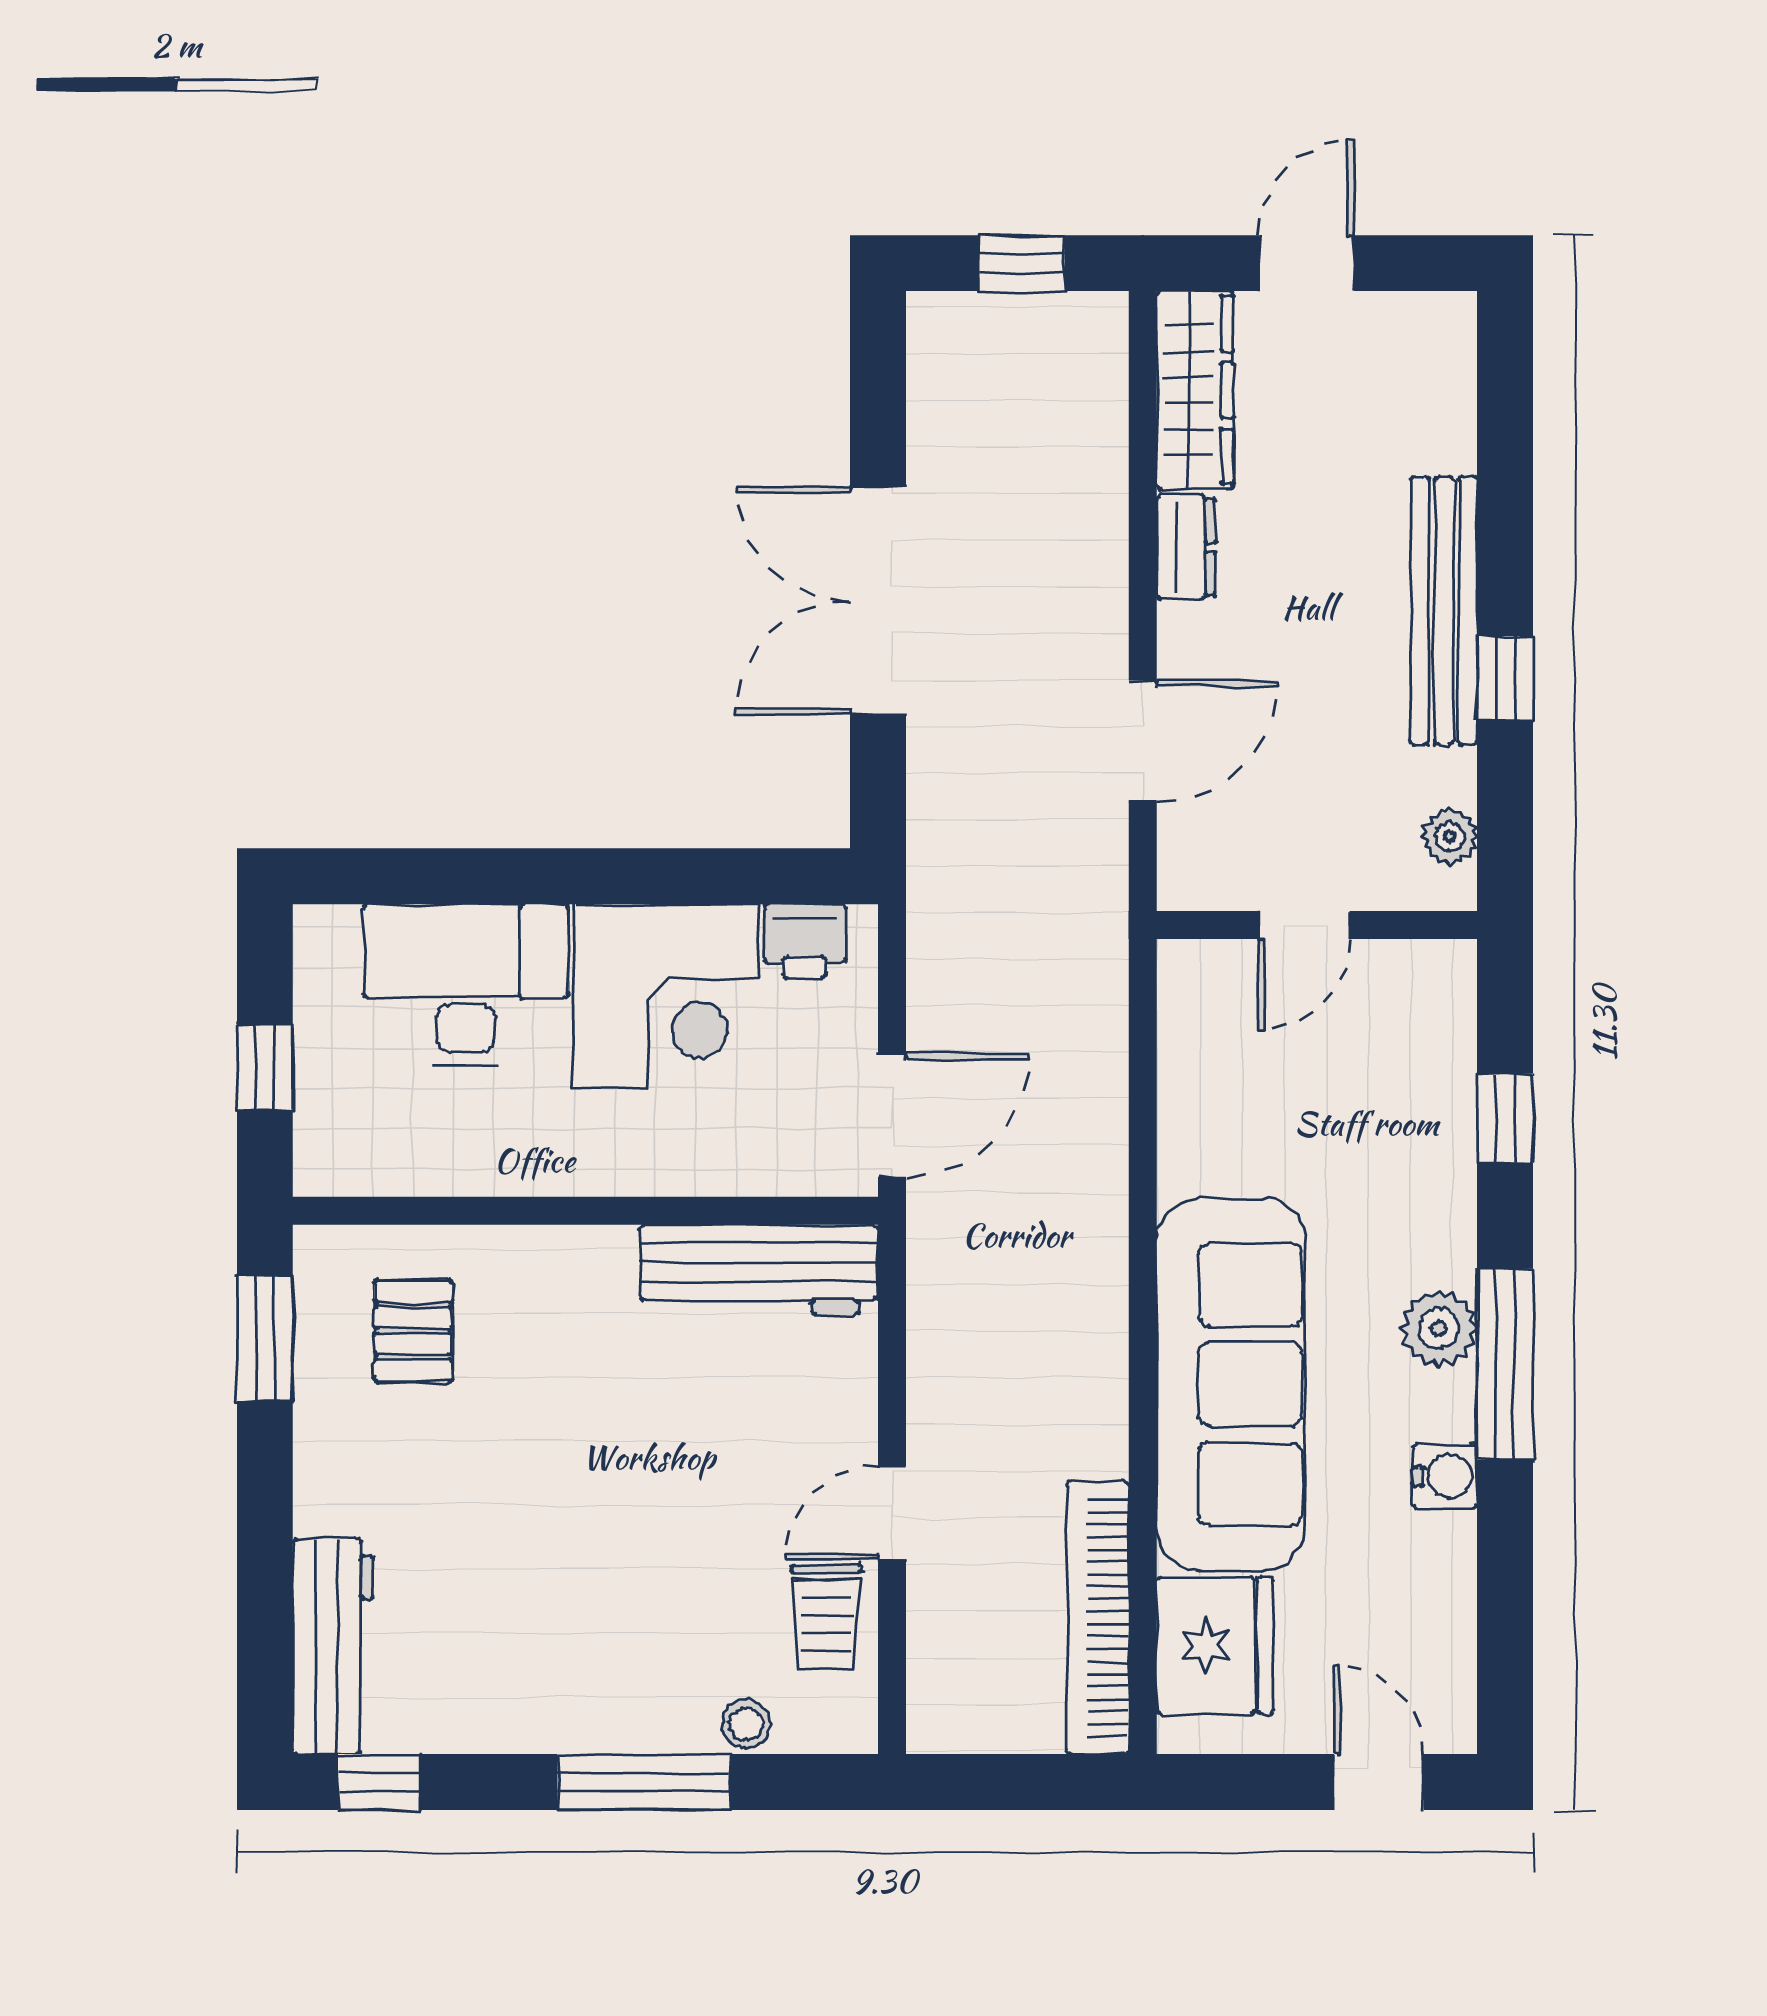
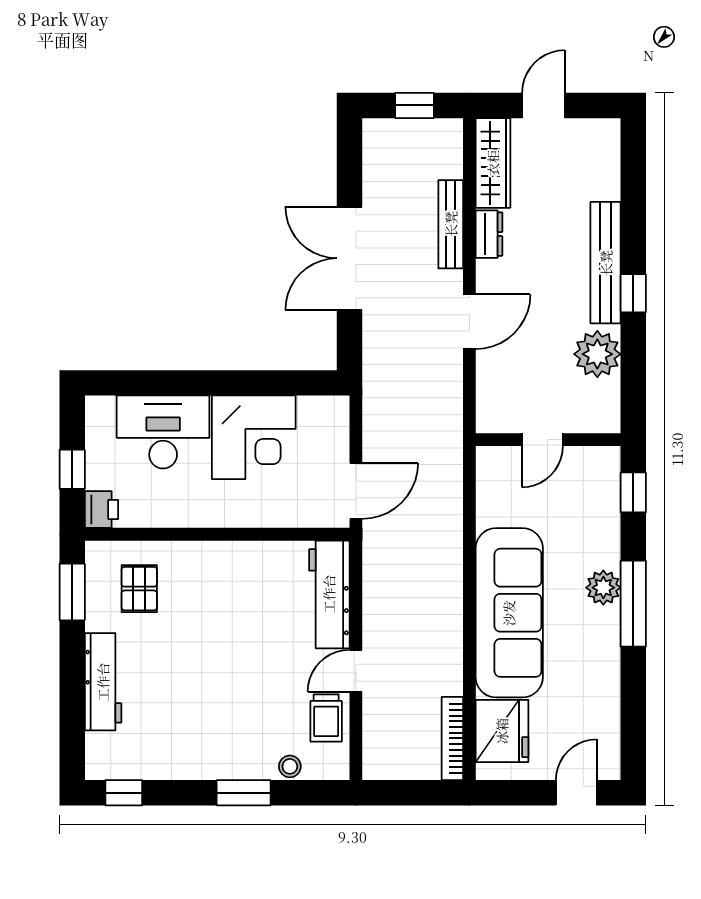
bench: (1101, 526) -> (451, 224), added
plant: (1450, 837) -> (597, 354), width x1.87, depth x1.87
door: (1304, 925) -> (542, 440), moved
wall: (1317, 925) -> (548, 440), moved
printer: (805, 941) -> (101, 509), moved, turned -90
workbench: (759, 1269) -> (329, 594), moved, turned 90
water cooler: (1445, 1476) -> (606, 654), removed
bookcase: (1098, 1618) -> (452, 738), width x0.68, depth x0.76
workbench: (333, 1647) -> (103, 682), moved
window: (644, 1782) -> (244, 793), width x0.69
door: (1379, 1782) -> (576, 793), hinge flipped

